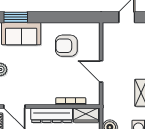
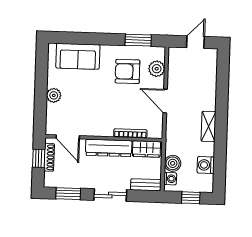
window: (16, 17) -> (138, 40), moved
plant: (93, 42) -> (157, 69), added

